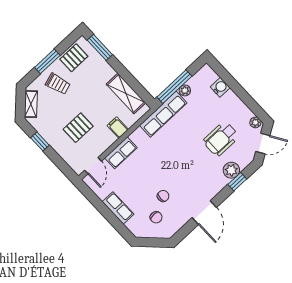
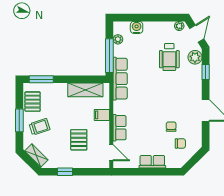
plant: (185, 90) -> (118, 39), moved
plant: (231, 170) -> (195, 57), moved

